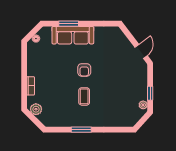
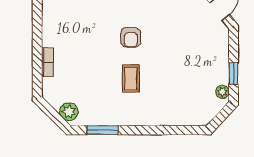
plant: (36, 109) -> (69, 112), moved
window: (81, 130) -> (103, 130), moved

